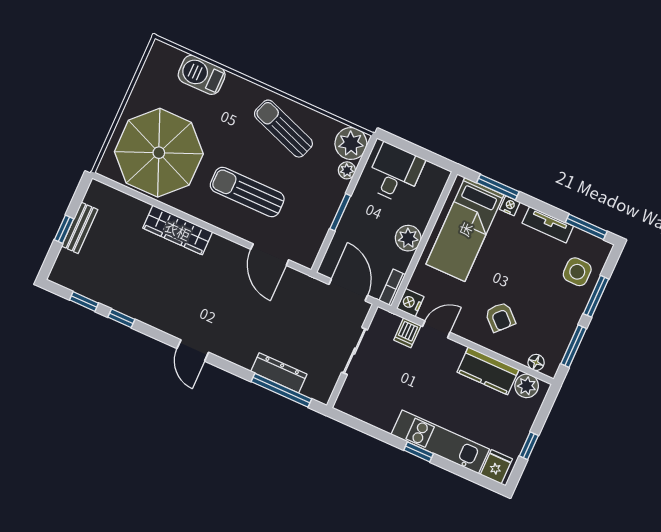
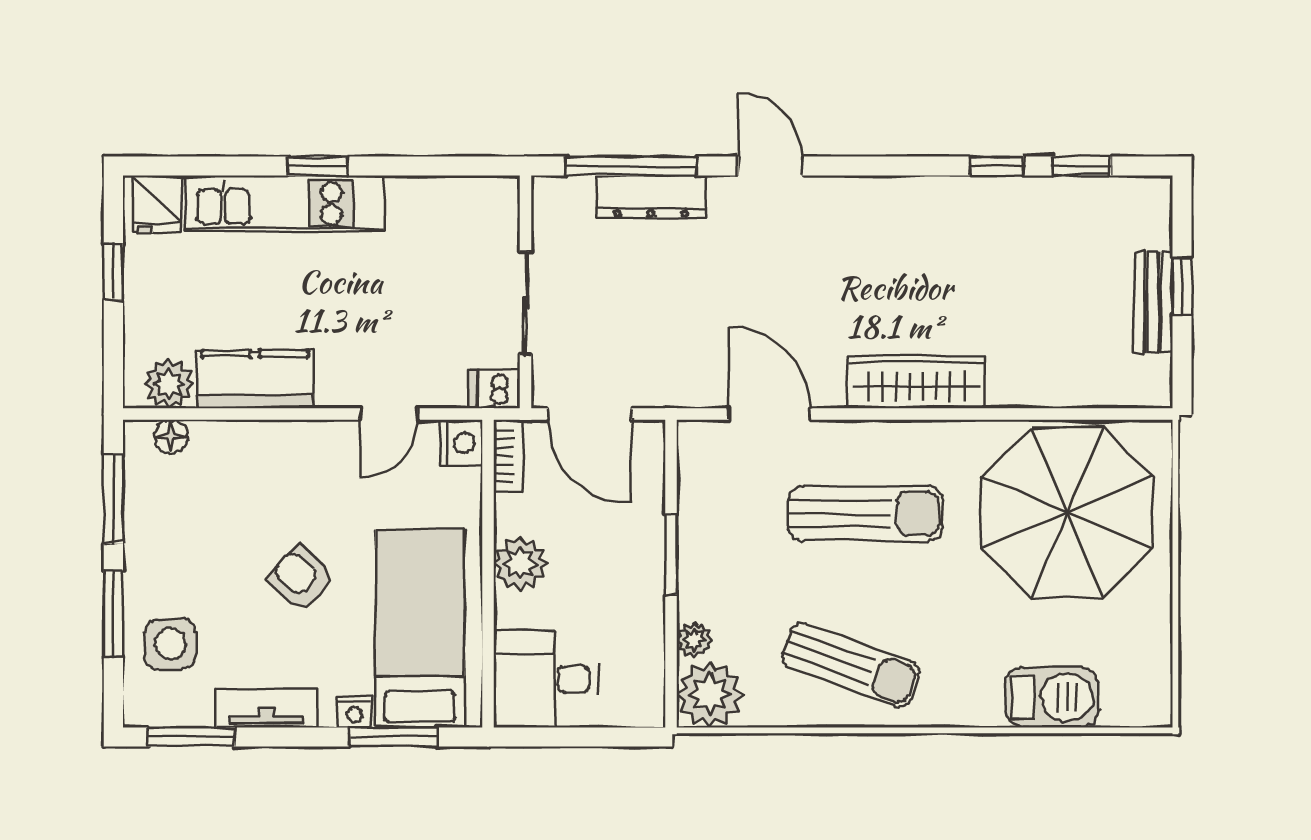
desk: (395, 173) -> (546, 679), moved, turned 90
wardrobe: (178, 230) -> (916, 382), moved
armchair: (500, 317) -> (301, 578), moved
dishwasher: (407, 333) -> (494, 389), moved, turned -90
door: (193, 350) -> (770, 166), moved

